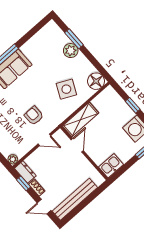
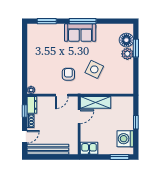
floor lamp: (96, 81) -> (126, 40), moved
side table: (66, 89) -> (94, 69), moved
door: (44, 140) -> (62, 95), hinge flipped
door: (44, 207) -> (25, 137), swing flipped

